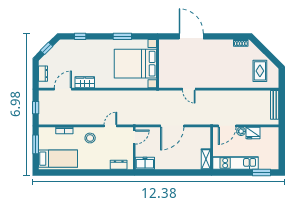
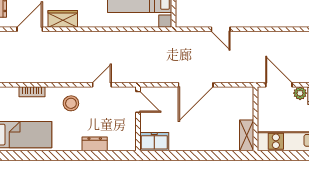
door: (227, 126) -> (279, 85), swing flipped
door: (134, 137) -> (138, 102), hinge flipped
dresser: (119, 165) -> (95, 144), moved

